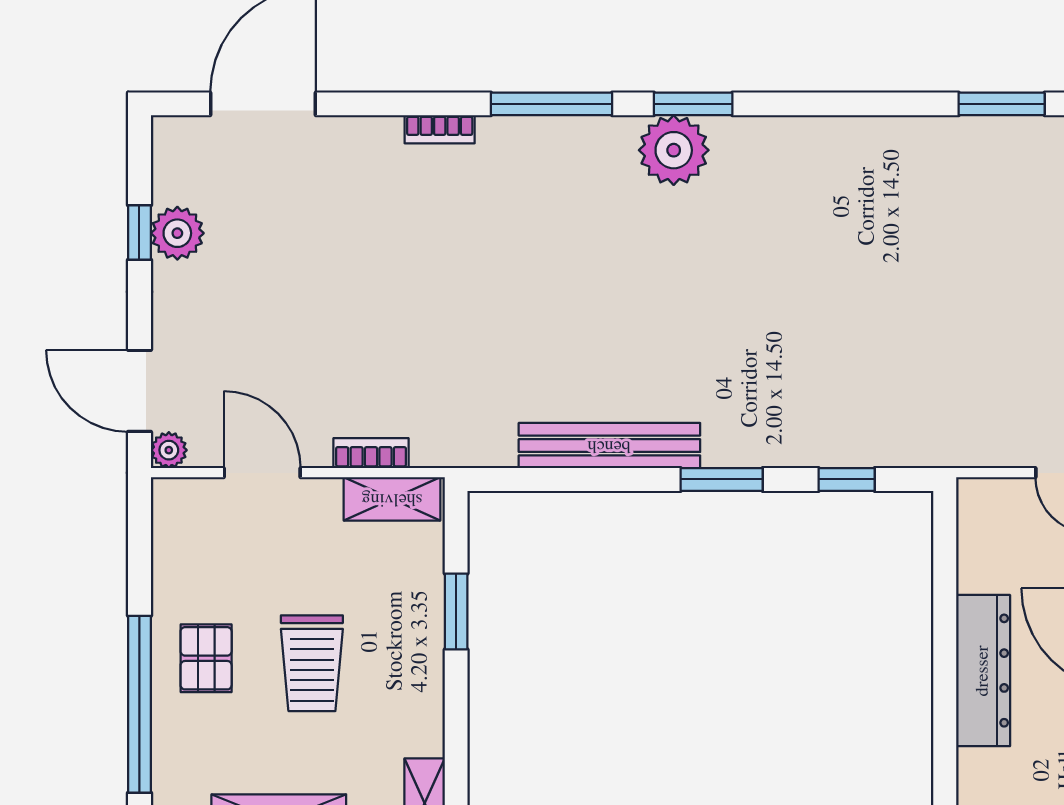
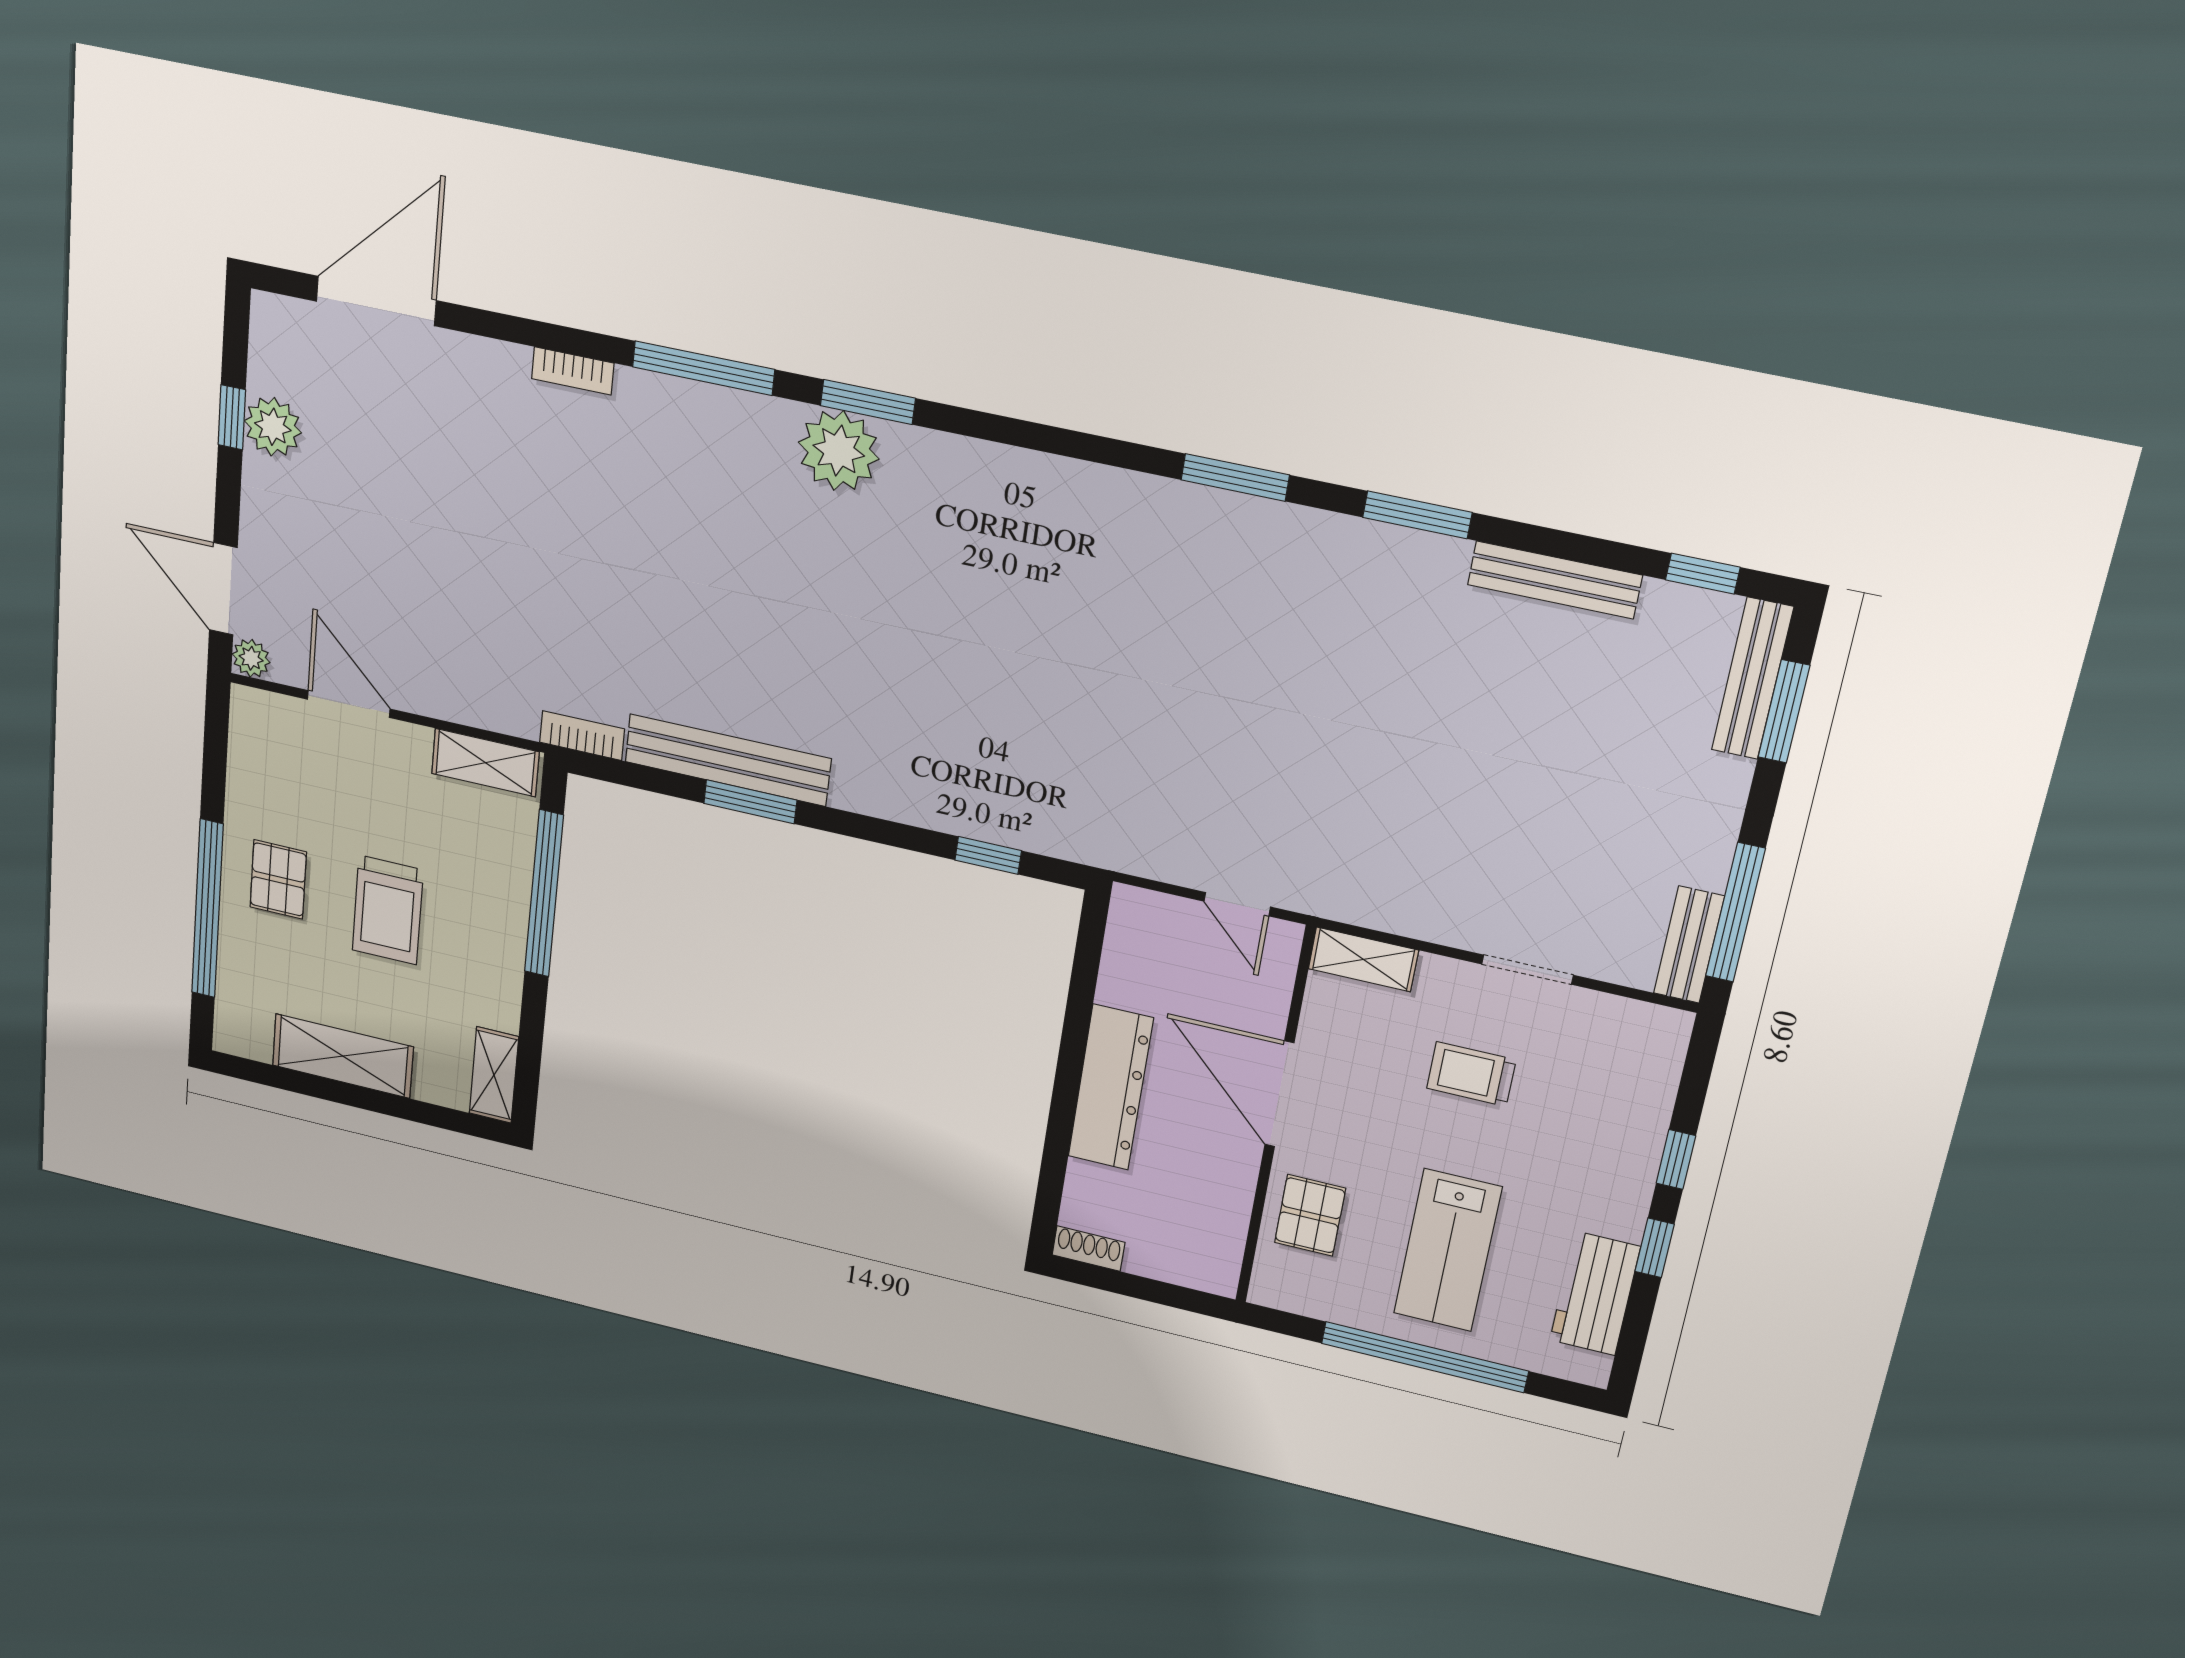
bookcase: (371, 453) -> (582, 736), moved
window: (722, 479) -> (750, 802), moved
window: (456, 611) -> (544, 894), width x2.11

